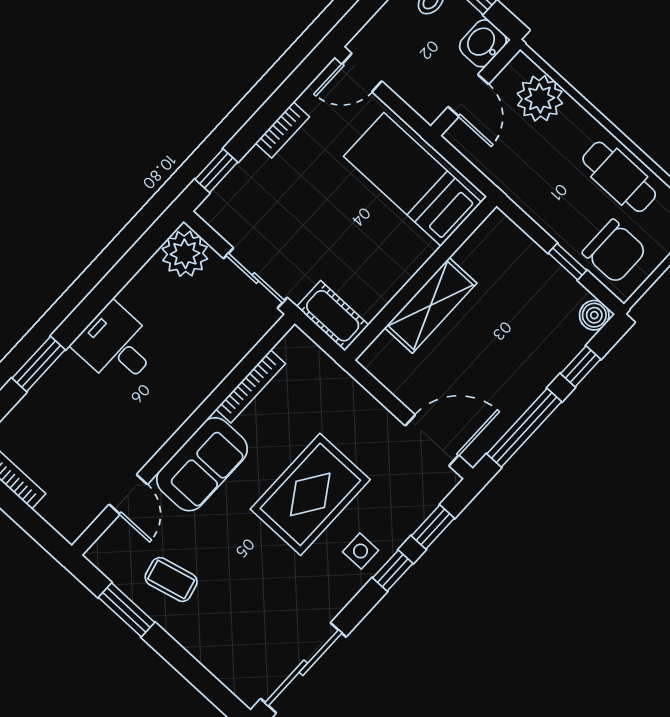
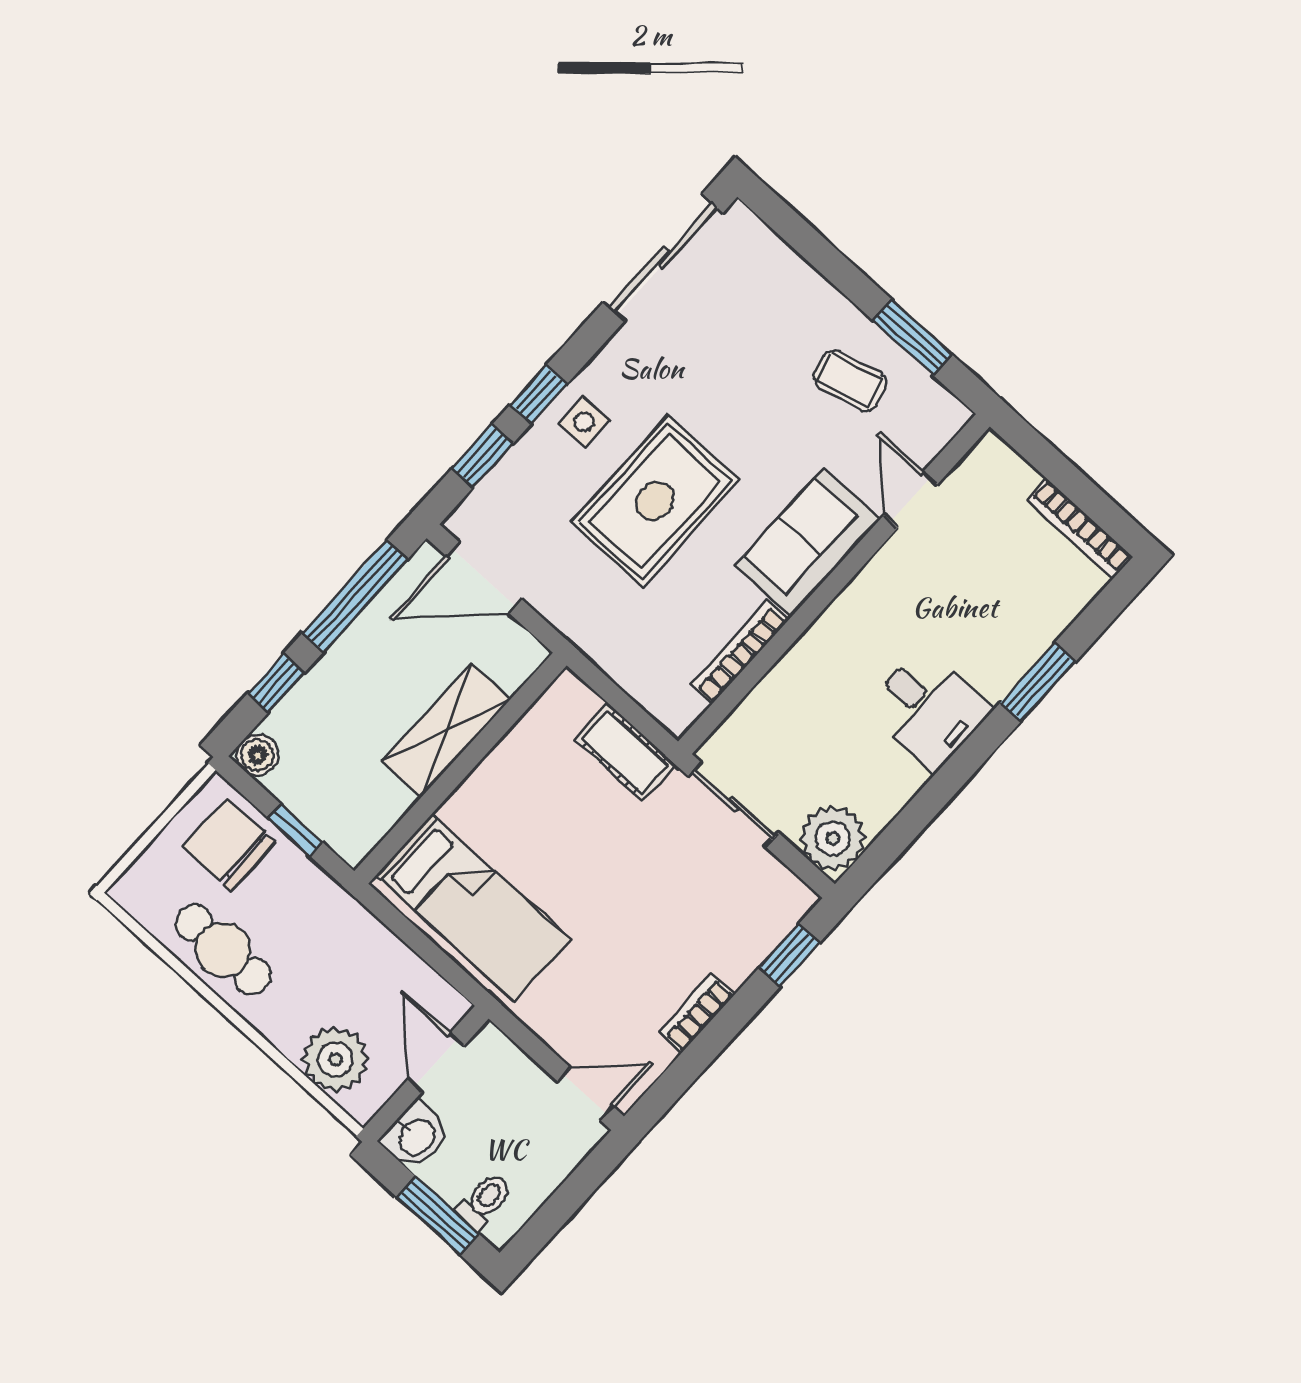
bed: (412, 179) -> (473, 907), moved
wall: (421, 278) -> (460, 768), moved
shelving: (431, 305) -> (446, 730), moved

